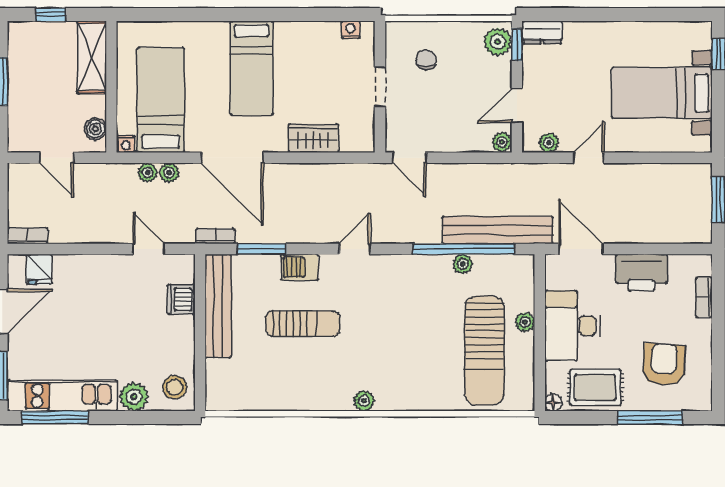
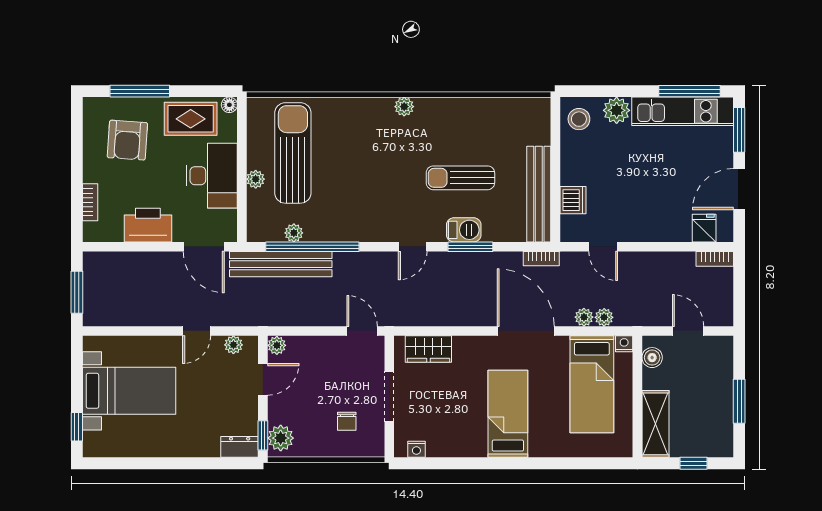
doorway: (380, 87) -> (389, 397), width x1.38
wardrobe: (313, 138) -> (428, 349), moved
window: (262, 249) -> (470, 247), moved
plant: (463, 264) -> (294, 233), moved

